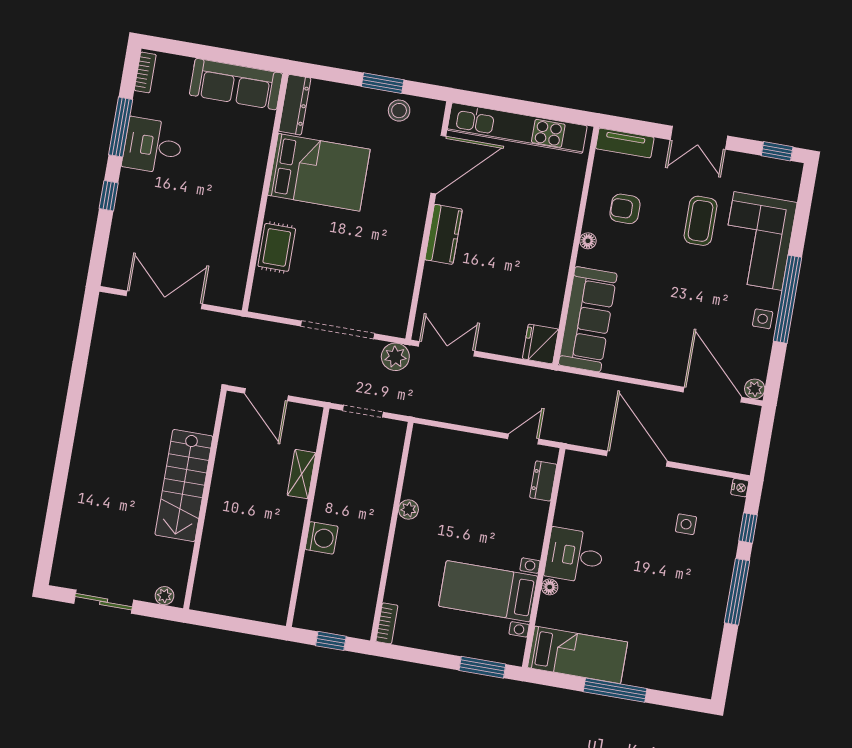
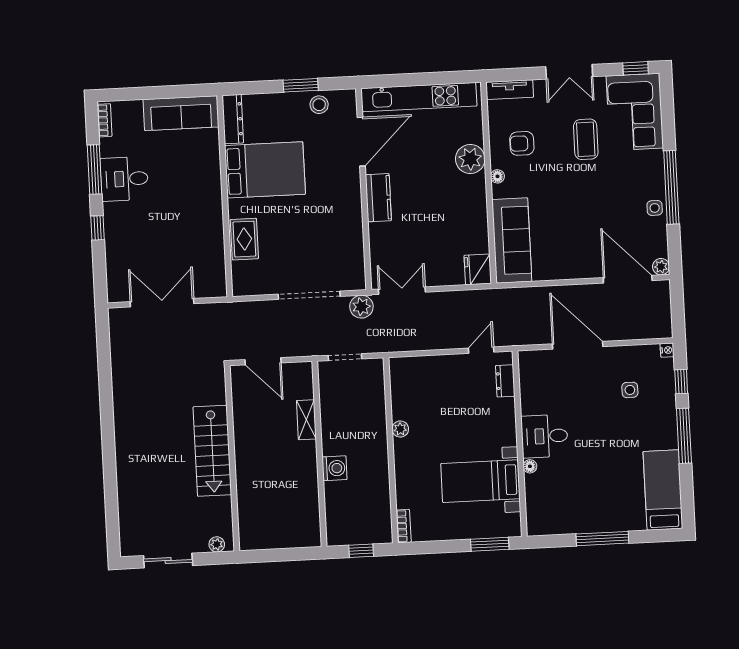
plant: (561, 213) -> (470, 159), added
corner sofa: (758, 241) -> (635, 112), moved
bed: (578, 655) -> (663, 490), moved, turned -90

